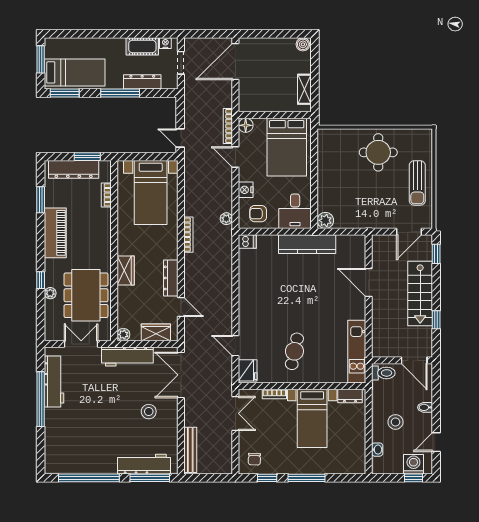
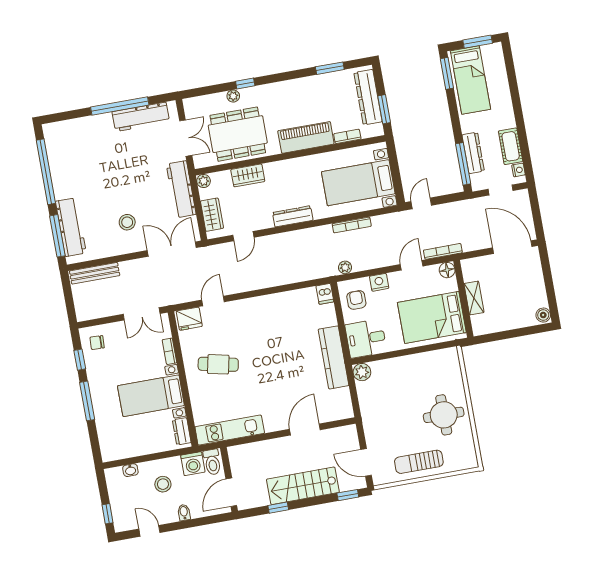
shelving: (304, 89) -> (474, 298), moved, turned 90
window: (120, 93) -> (463, 164), moved
piano: (55, 233) -> (306, 137), moved, turned 180
bookcase: (188, 235) -> (352, 225), moved
wardrobe: (126, 271) -> (248, 175), moved
dresser: (171, 278) -> (293, 216), moved
washing machine: (413, 464) -> (193, 464), moved, turned 90

